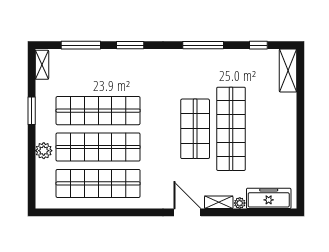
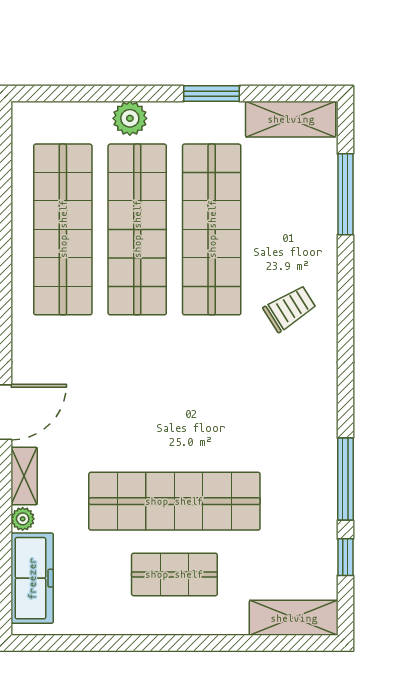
window: (130, 45) -> (345, 295), removed
window: (203, 45) -> (345, 479), moved
shelving: (42, 65) -> (291, 119), width x1.50, depth x1.33
trolley: (137, 72) -> (290, 308), added
shop shelf: (195, 129) -> (174, 574), moved, width x0.70, depth x0.74

